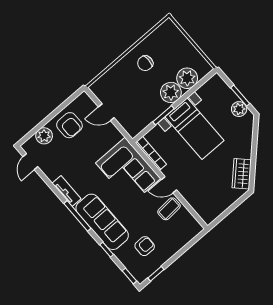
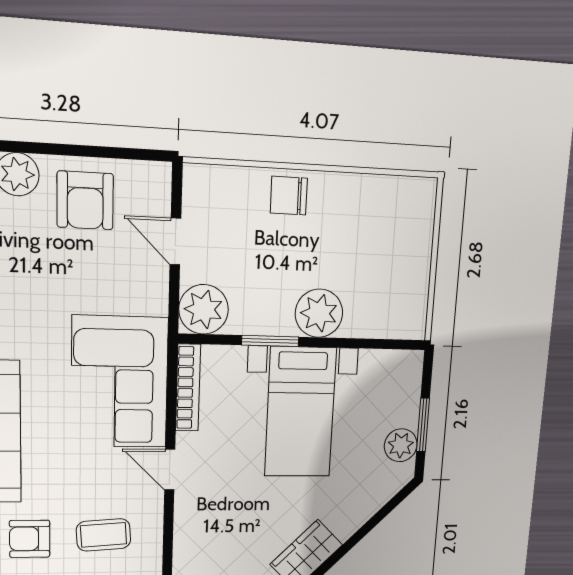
chair: (145, 63) -> (289, 196), moved
plant: (187, 78) -> (204, 309), moved
coffee table: (169, 209) -> (104, 535), moved
armchair: (145, 246) -> (30, 539), turned 180

